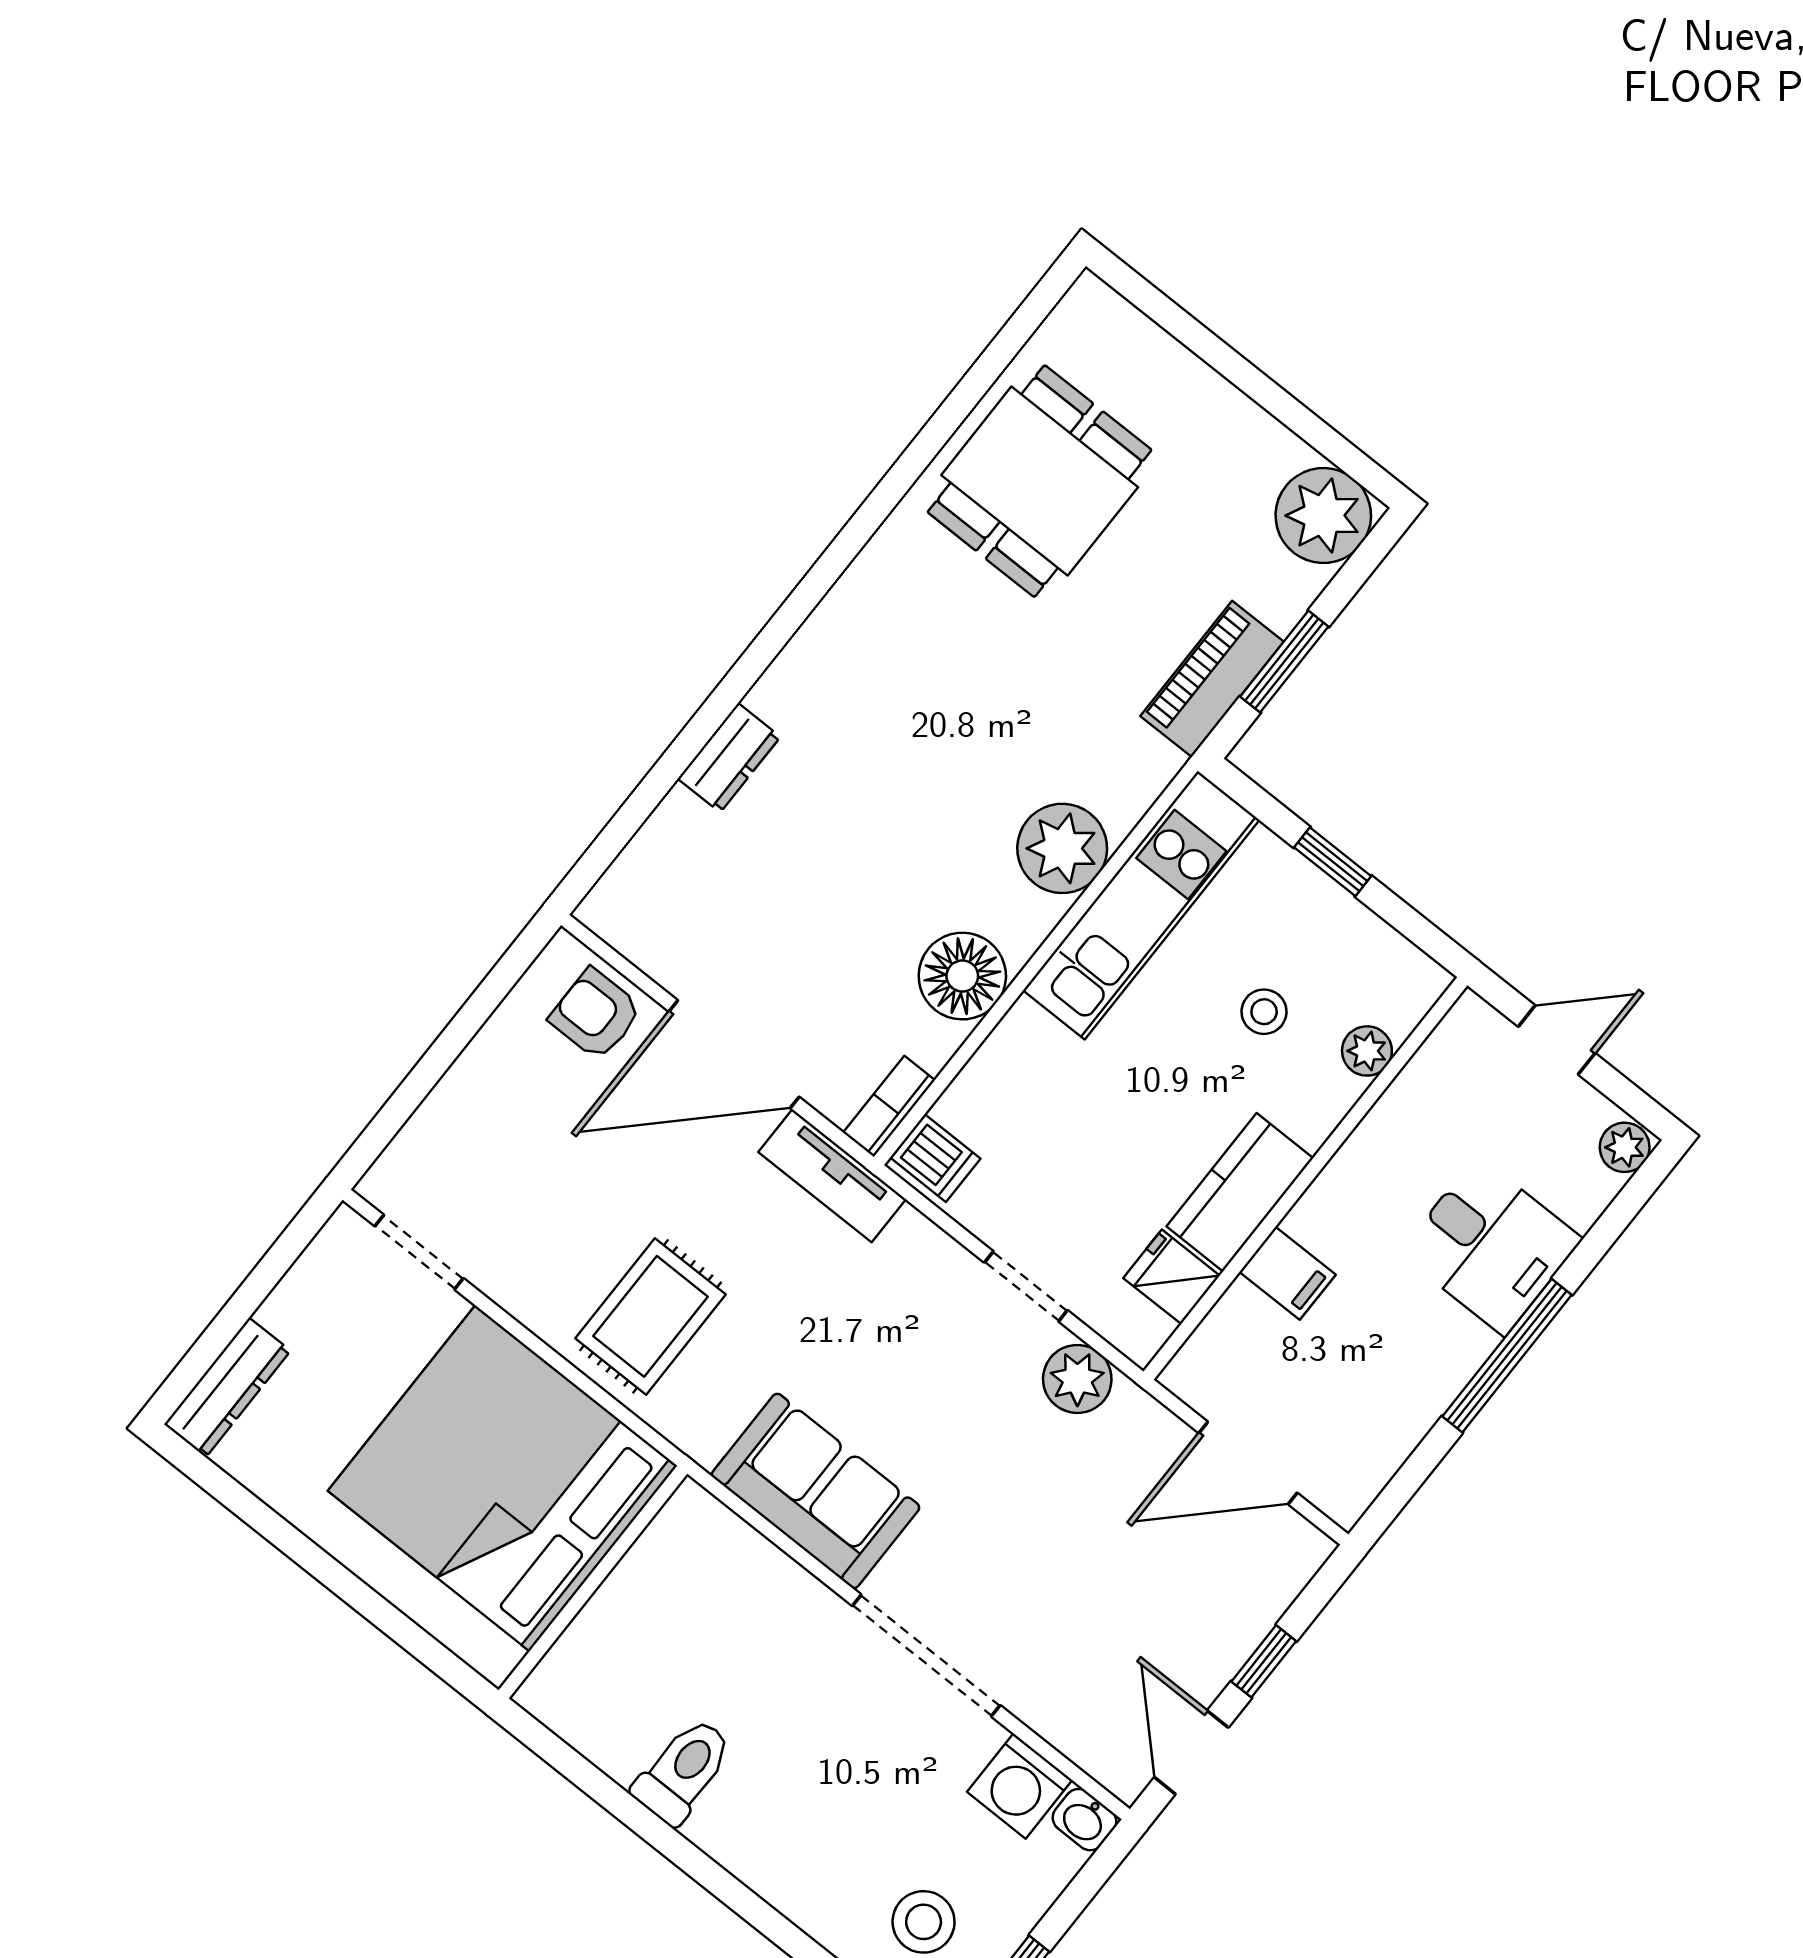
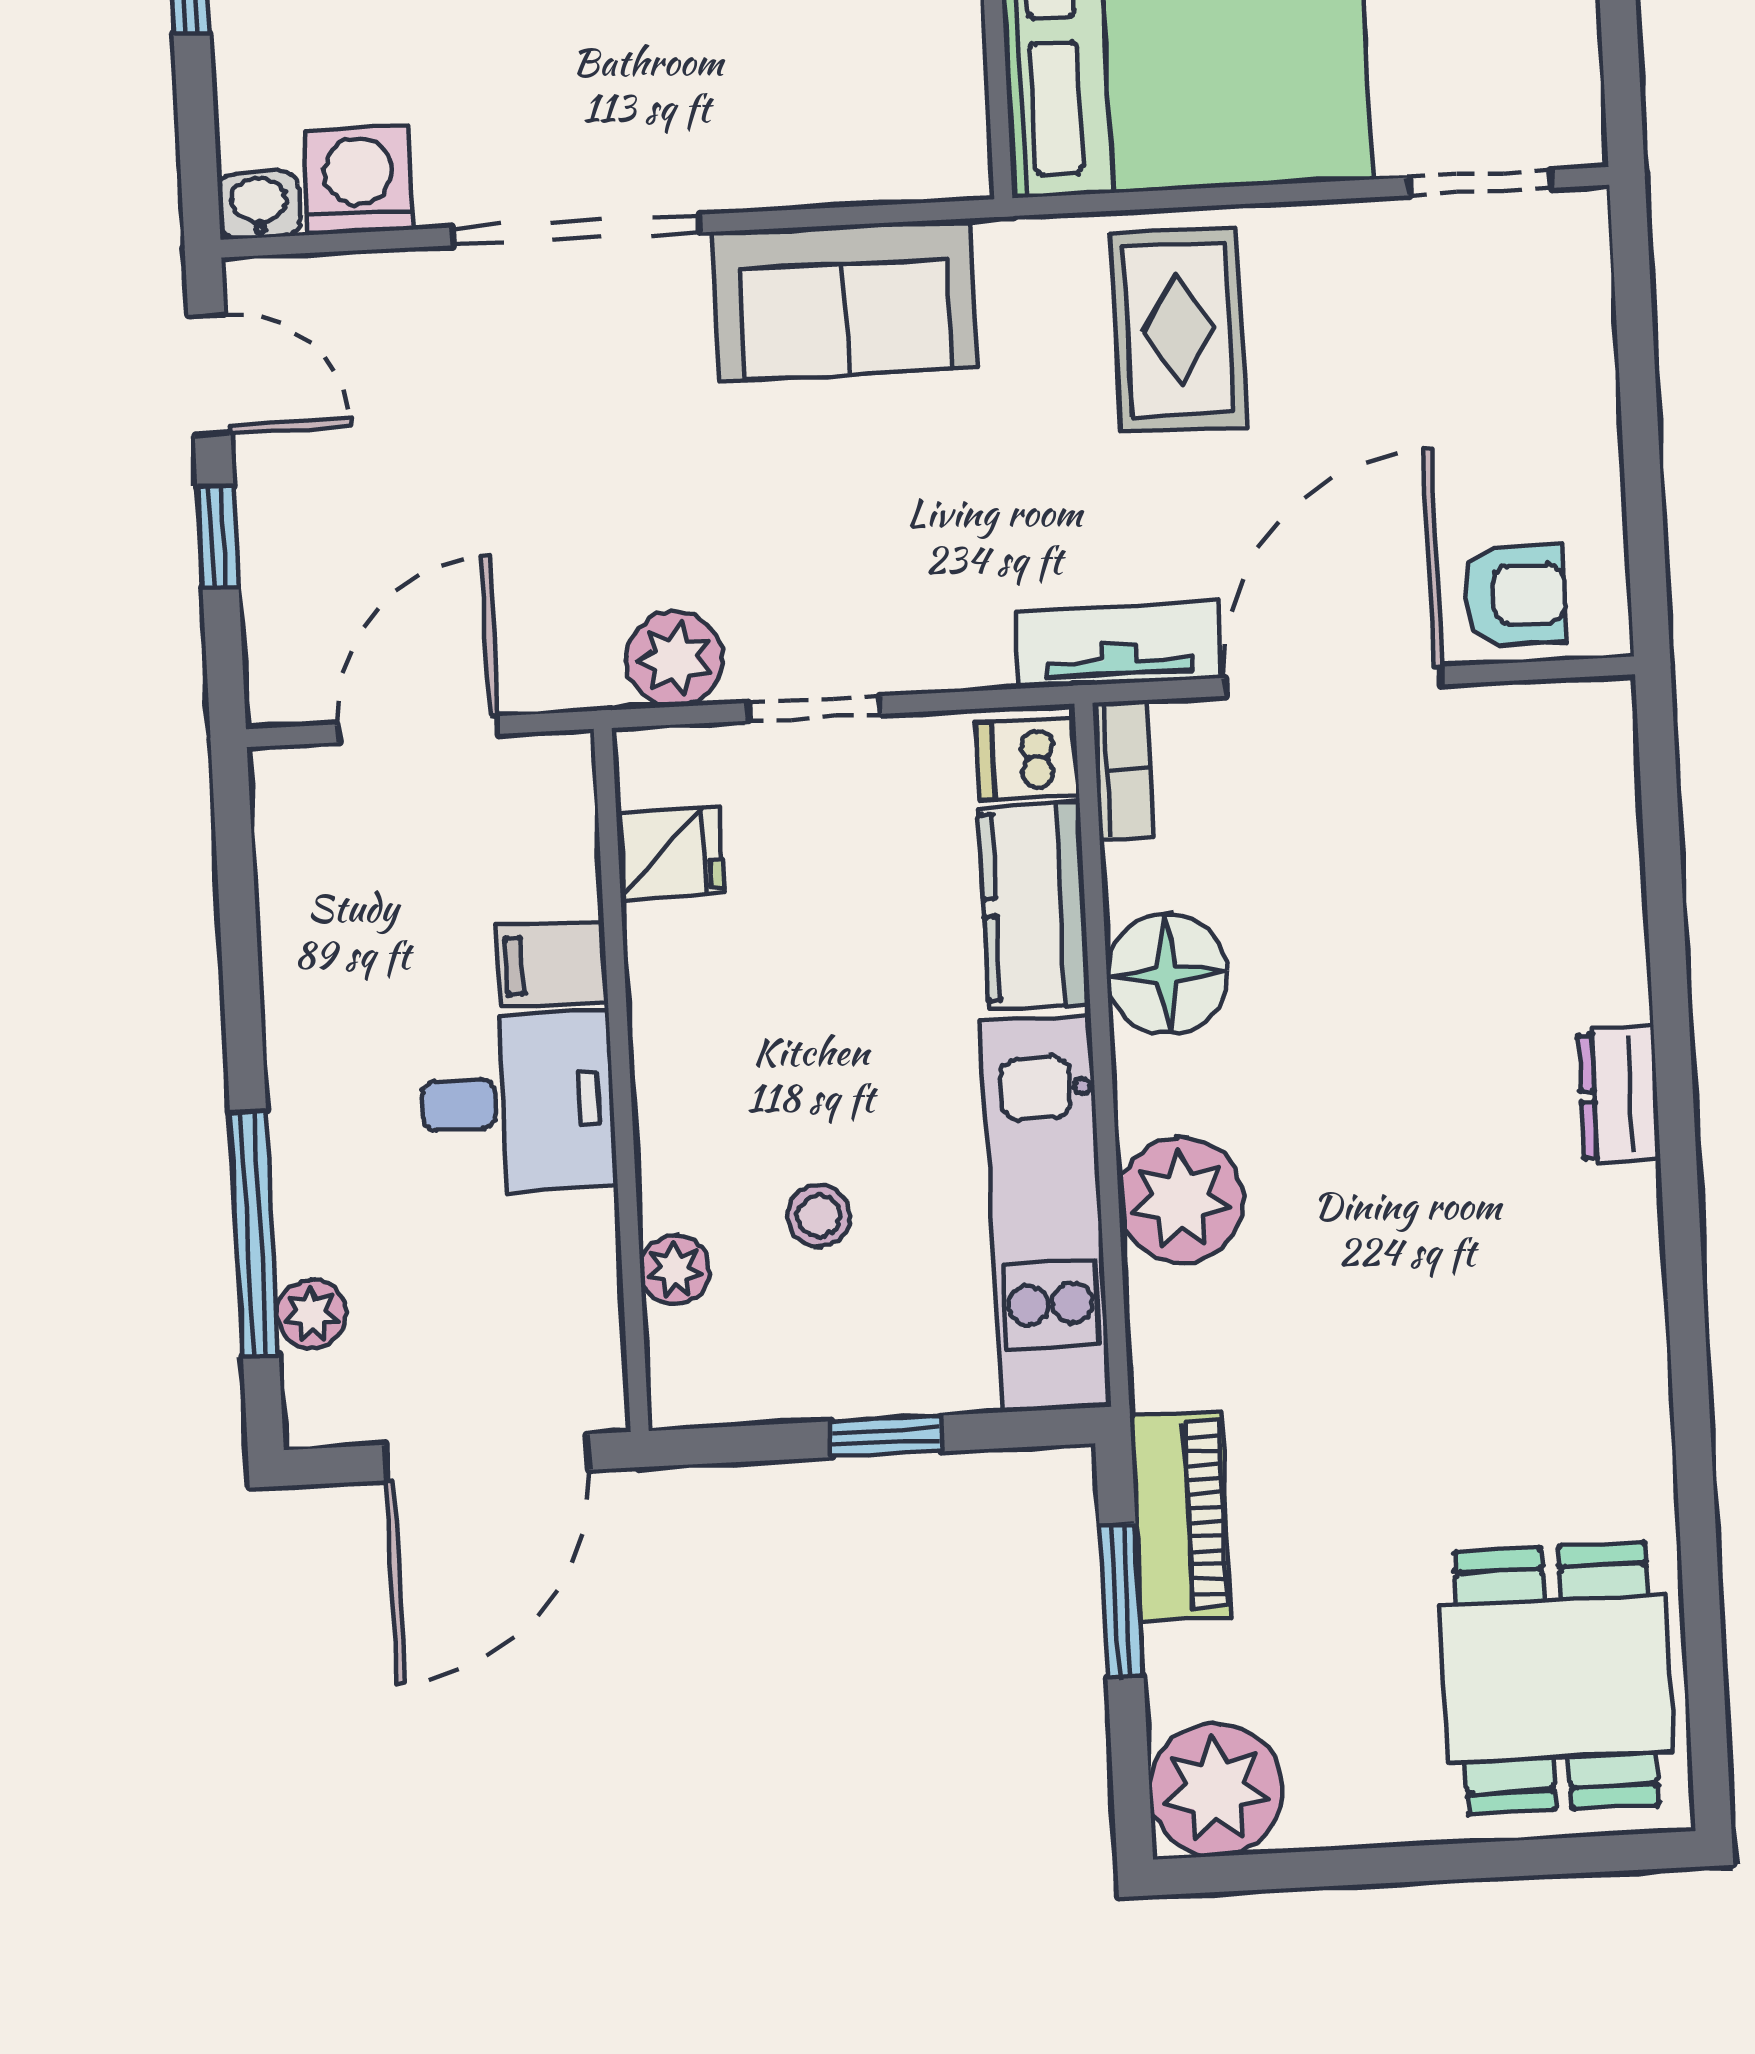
dining table: (1040, 481) -> (1557, 1678), moved
dresser: (729, 758) -> (1619, 1095), moved
door: (1557, 1040) -> (487, 1457), width x1.88
plant: (1625, 1147) -> (311, 1314), moved
kitchen counter: (1240, 1192) -> (1034, 906), moved, turned 180
desk: (1491, 1246) -> (518, 1102), moved, turned 180
window: (1507, 1356) -> (254, 1234), moved

